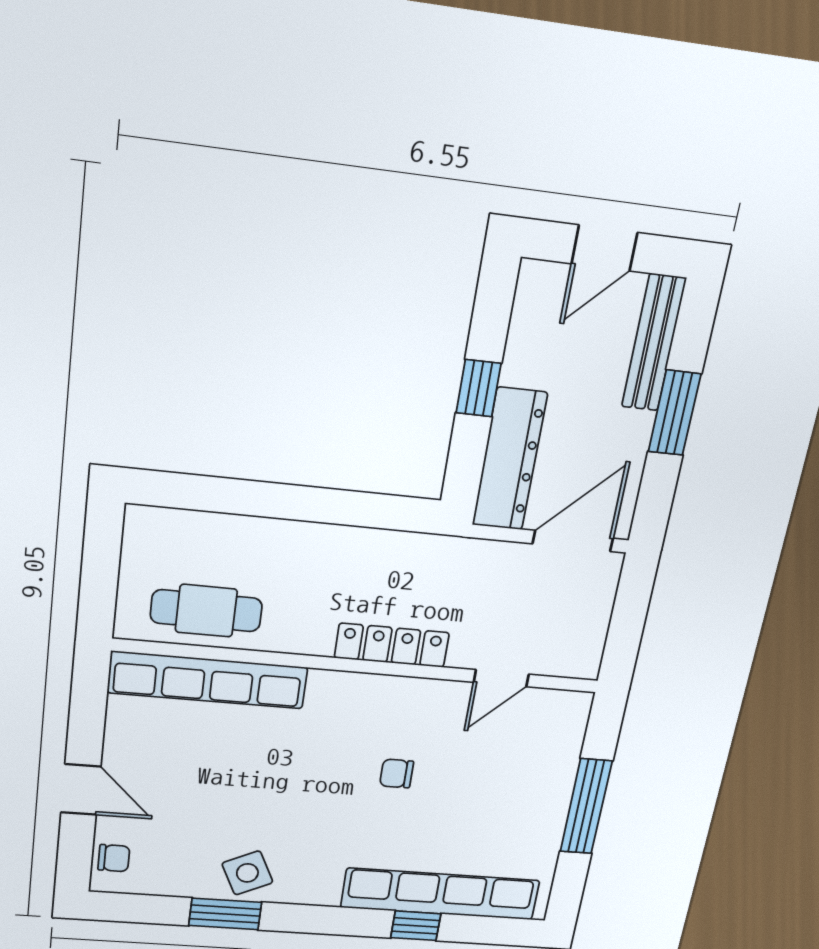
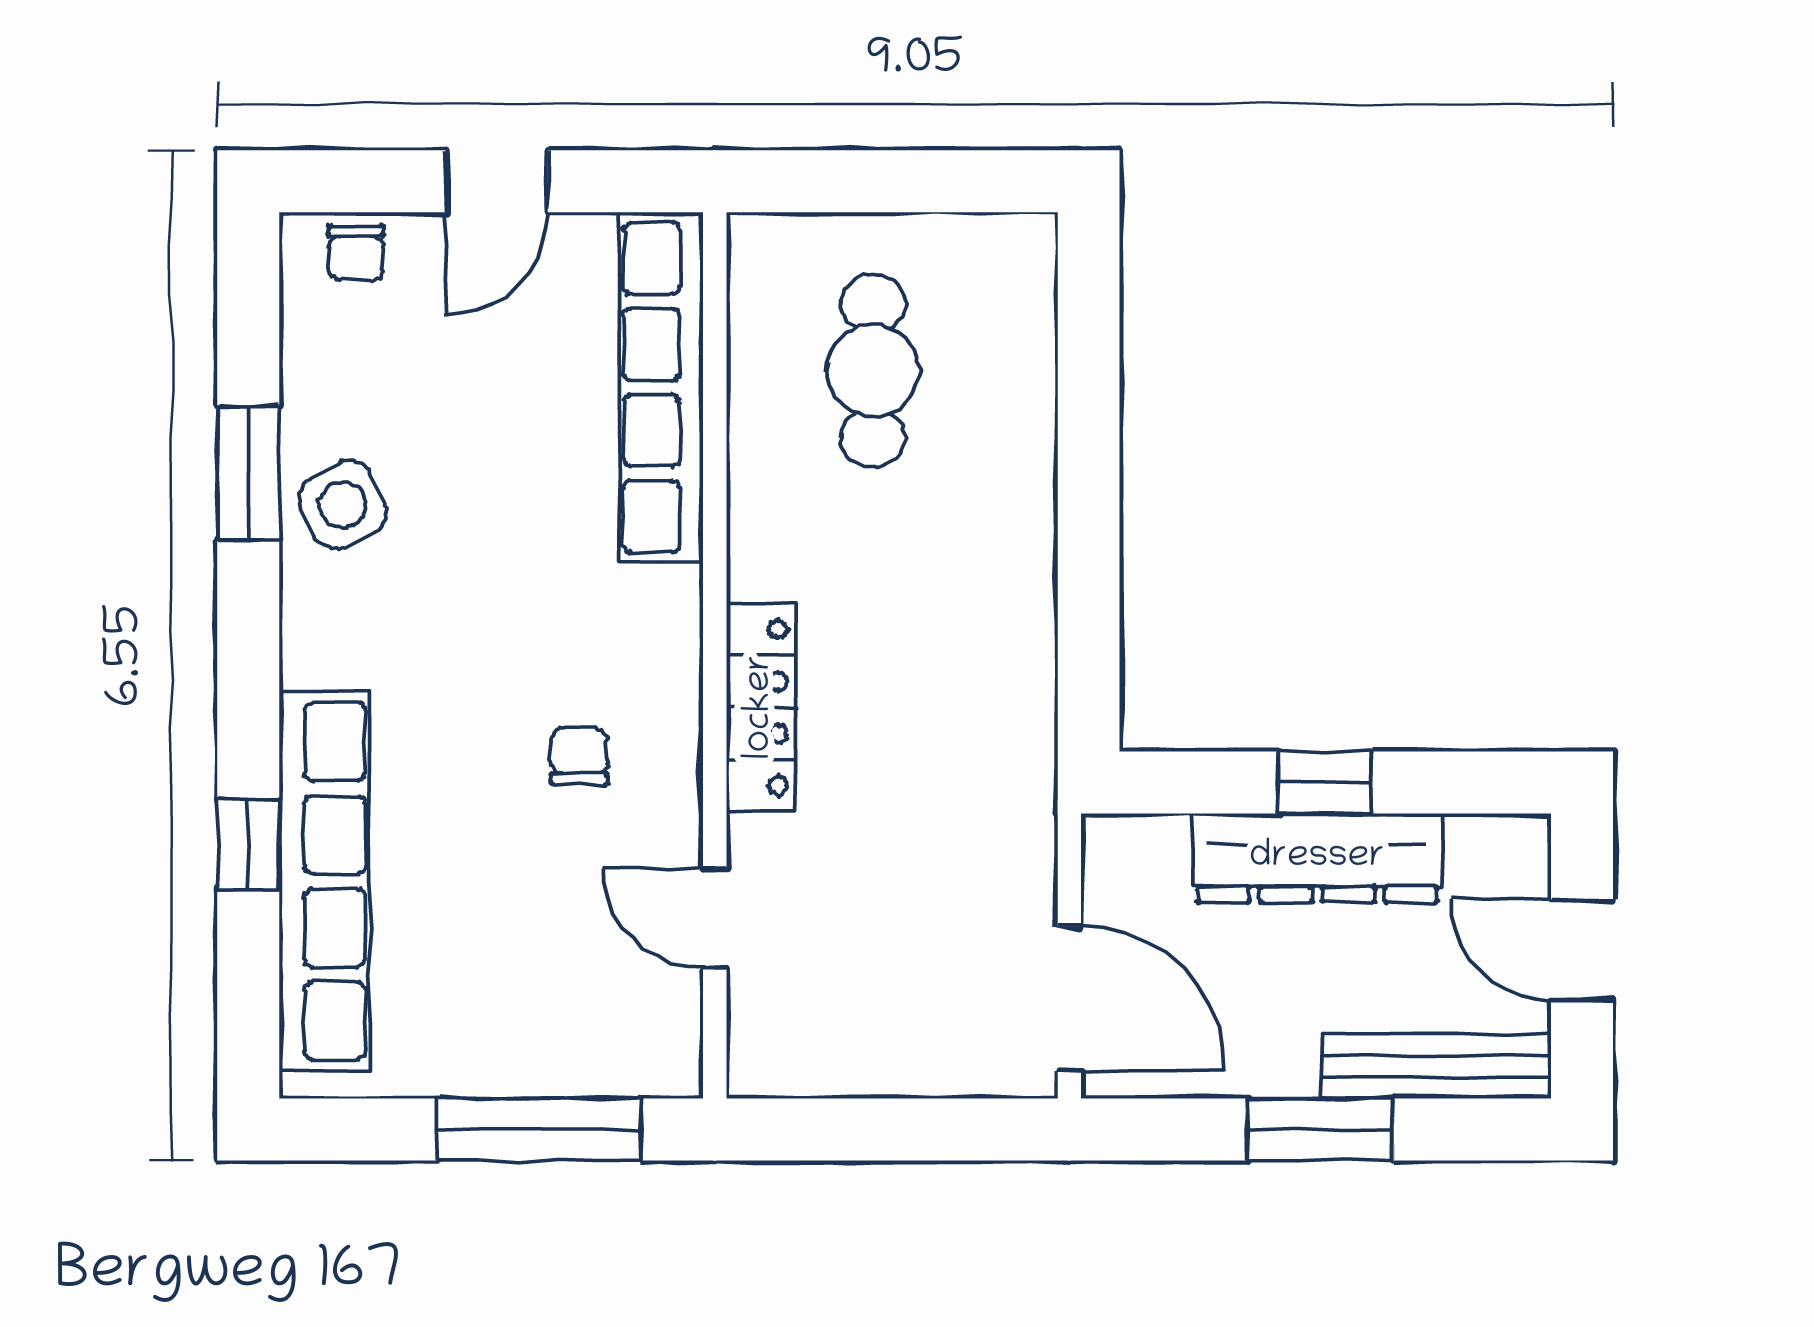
dresser: (510, 459) -> (1317, 858), moved
locker: (392, 645) -> (761, 707), moved
wall: (360, 666) -> (715, 655), moved
door: (501, 678) -> (715, 918), moved
row of seats: (208, 680) -> (662, 387), moved

